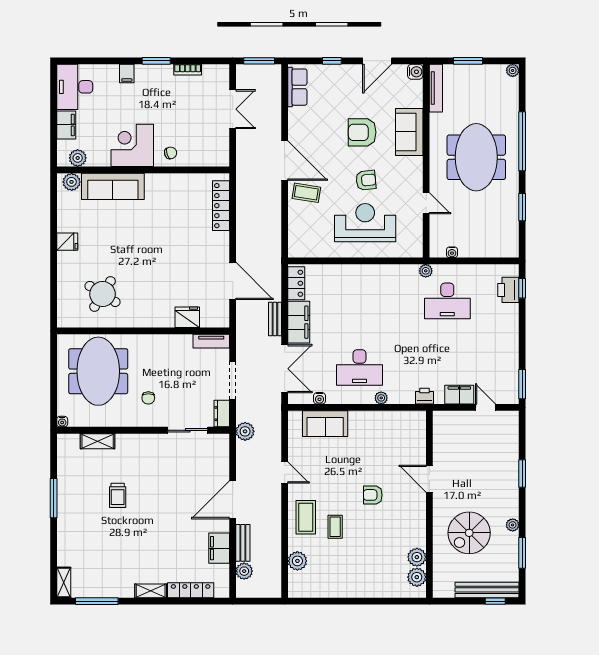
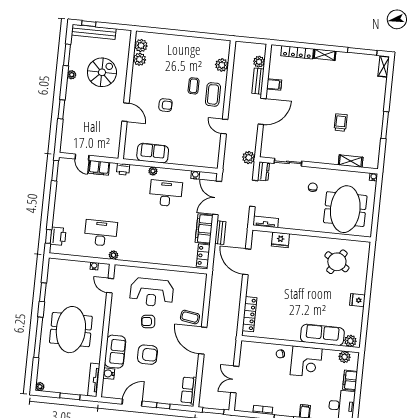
water cooler: (415, 72) -> (109, 374), moved
door: (426, 203) -> (110, 286), moved
sofa: (325, 424) -> (153, 153), moved
filing cabinet: (219, 548) -> (274, 84), width x0.50

